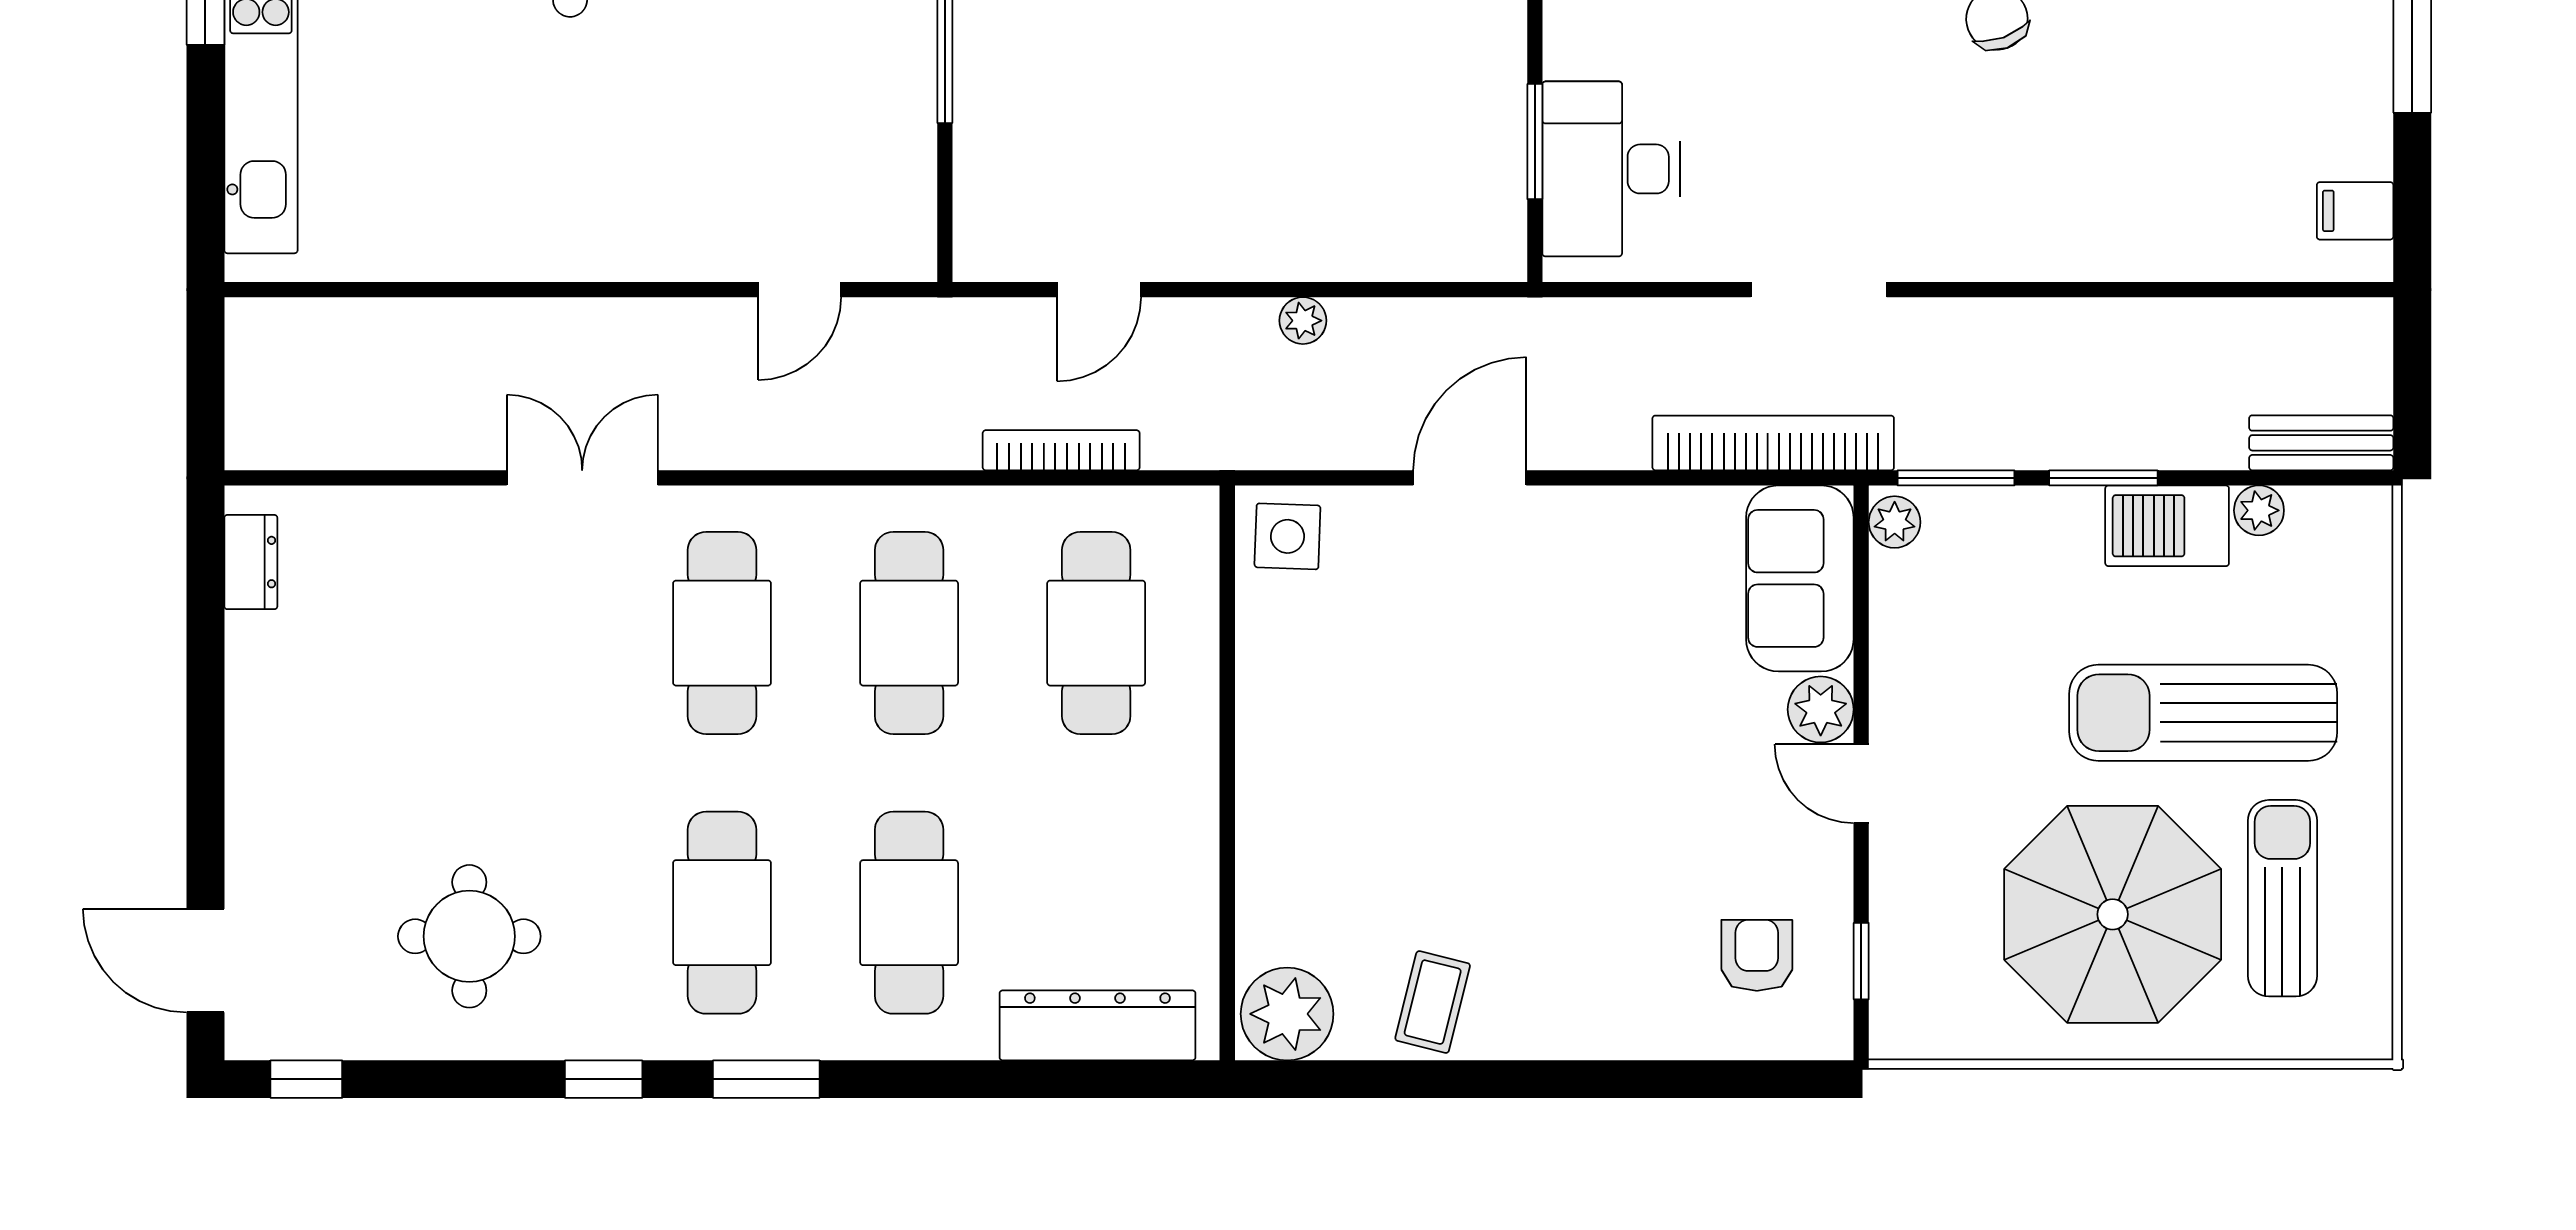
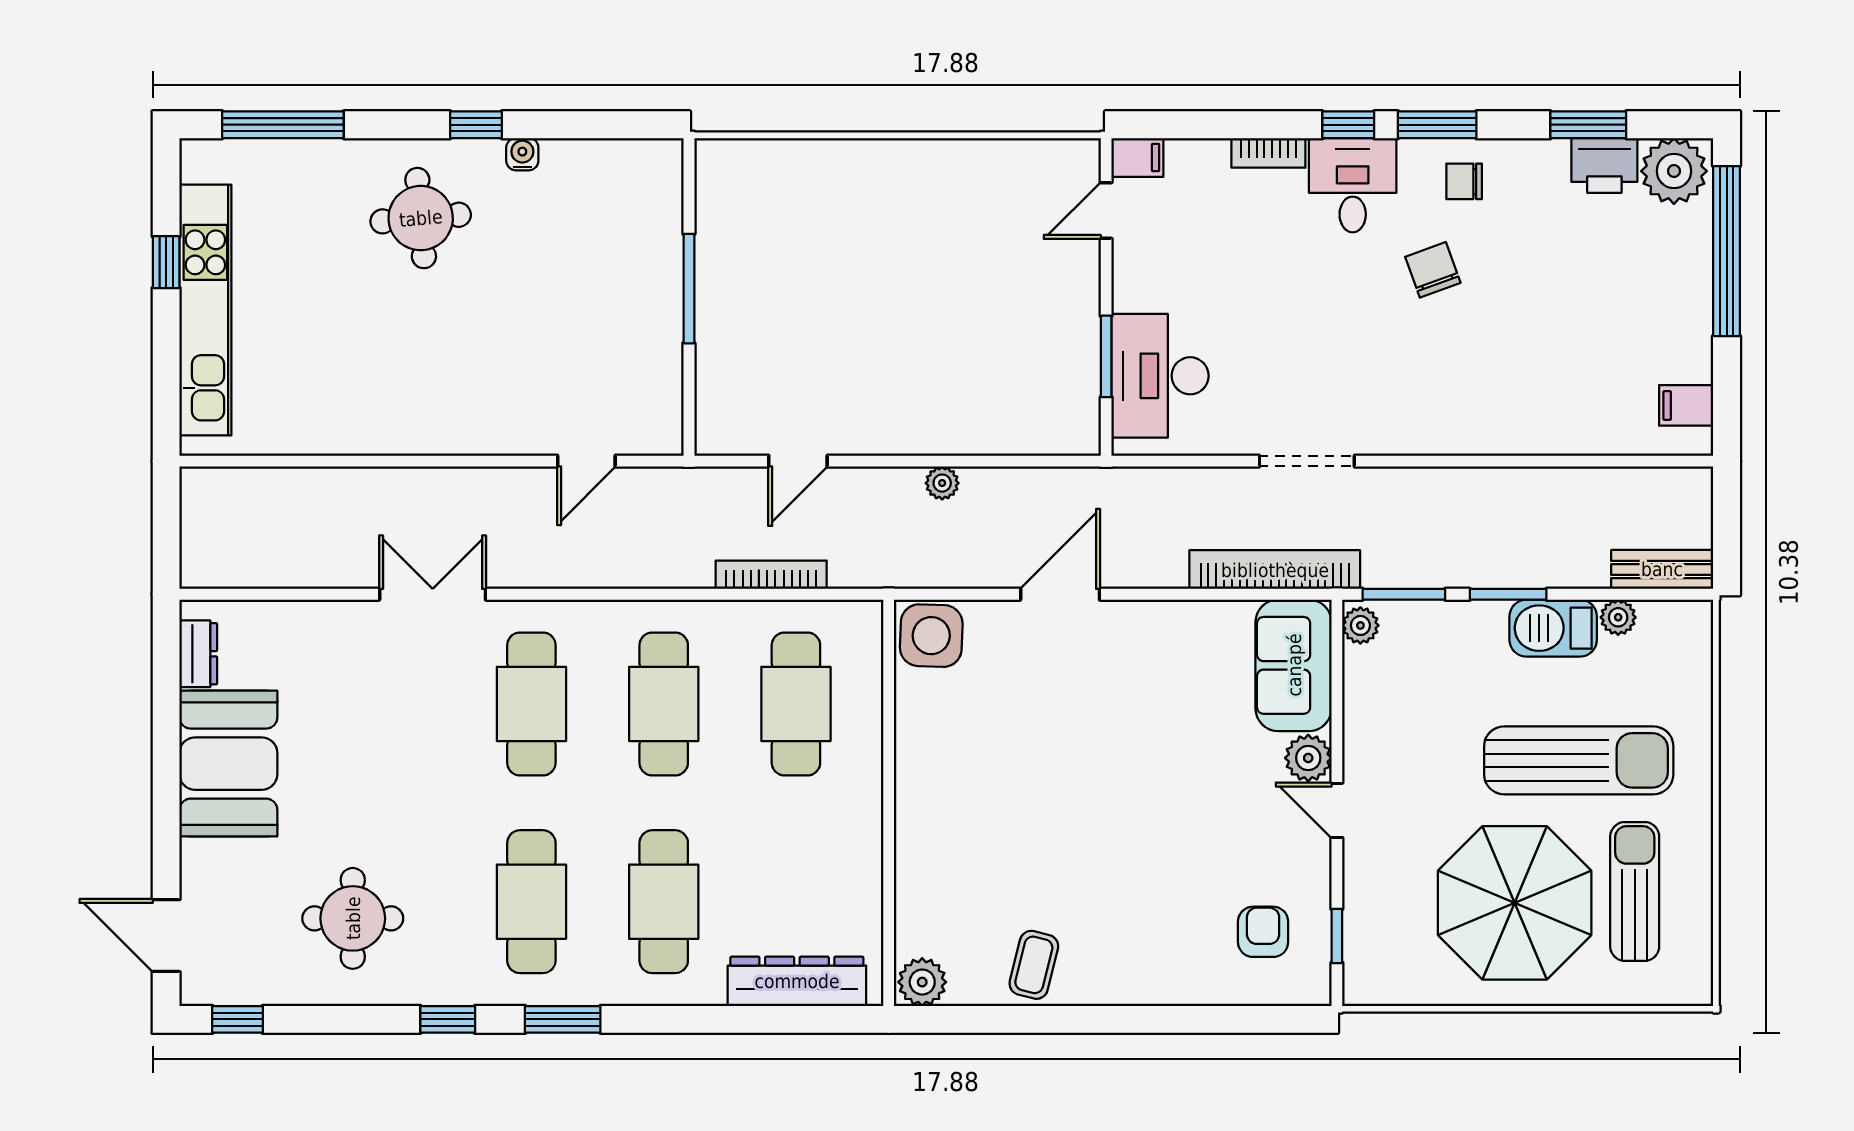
side table: (1287, 536) -> (931, 636), width x1.37, depth x1.37
sun lounger: (2203, 713) -> (1579, 760), turned 180
booth: (293, 717) -> (228, 764), added
plant: (1287, 1014) -> (922, 982), width x0.73, depth x0.73

